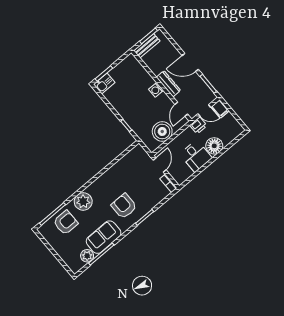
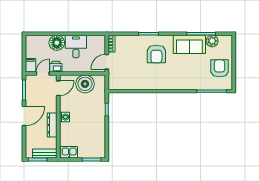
door: (190, 62) -> (24, 116), hinge flipped
kitchen sink: (104, 84) -> (69, 152), moved
dresser: (168, 84) -> (52, 125), moved
door: (204, 111) -> (43, 73), hinge flipped
plant: (83, 201) -> (182, 82), removed
armchair: (66, 222) -> (220, 68), moved, turned 90

